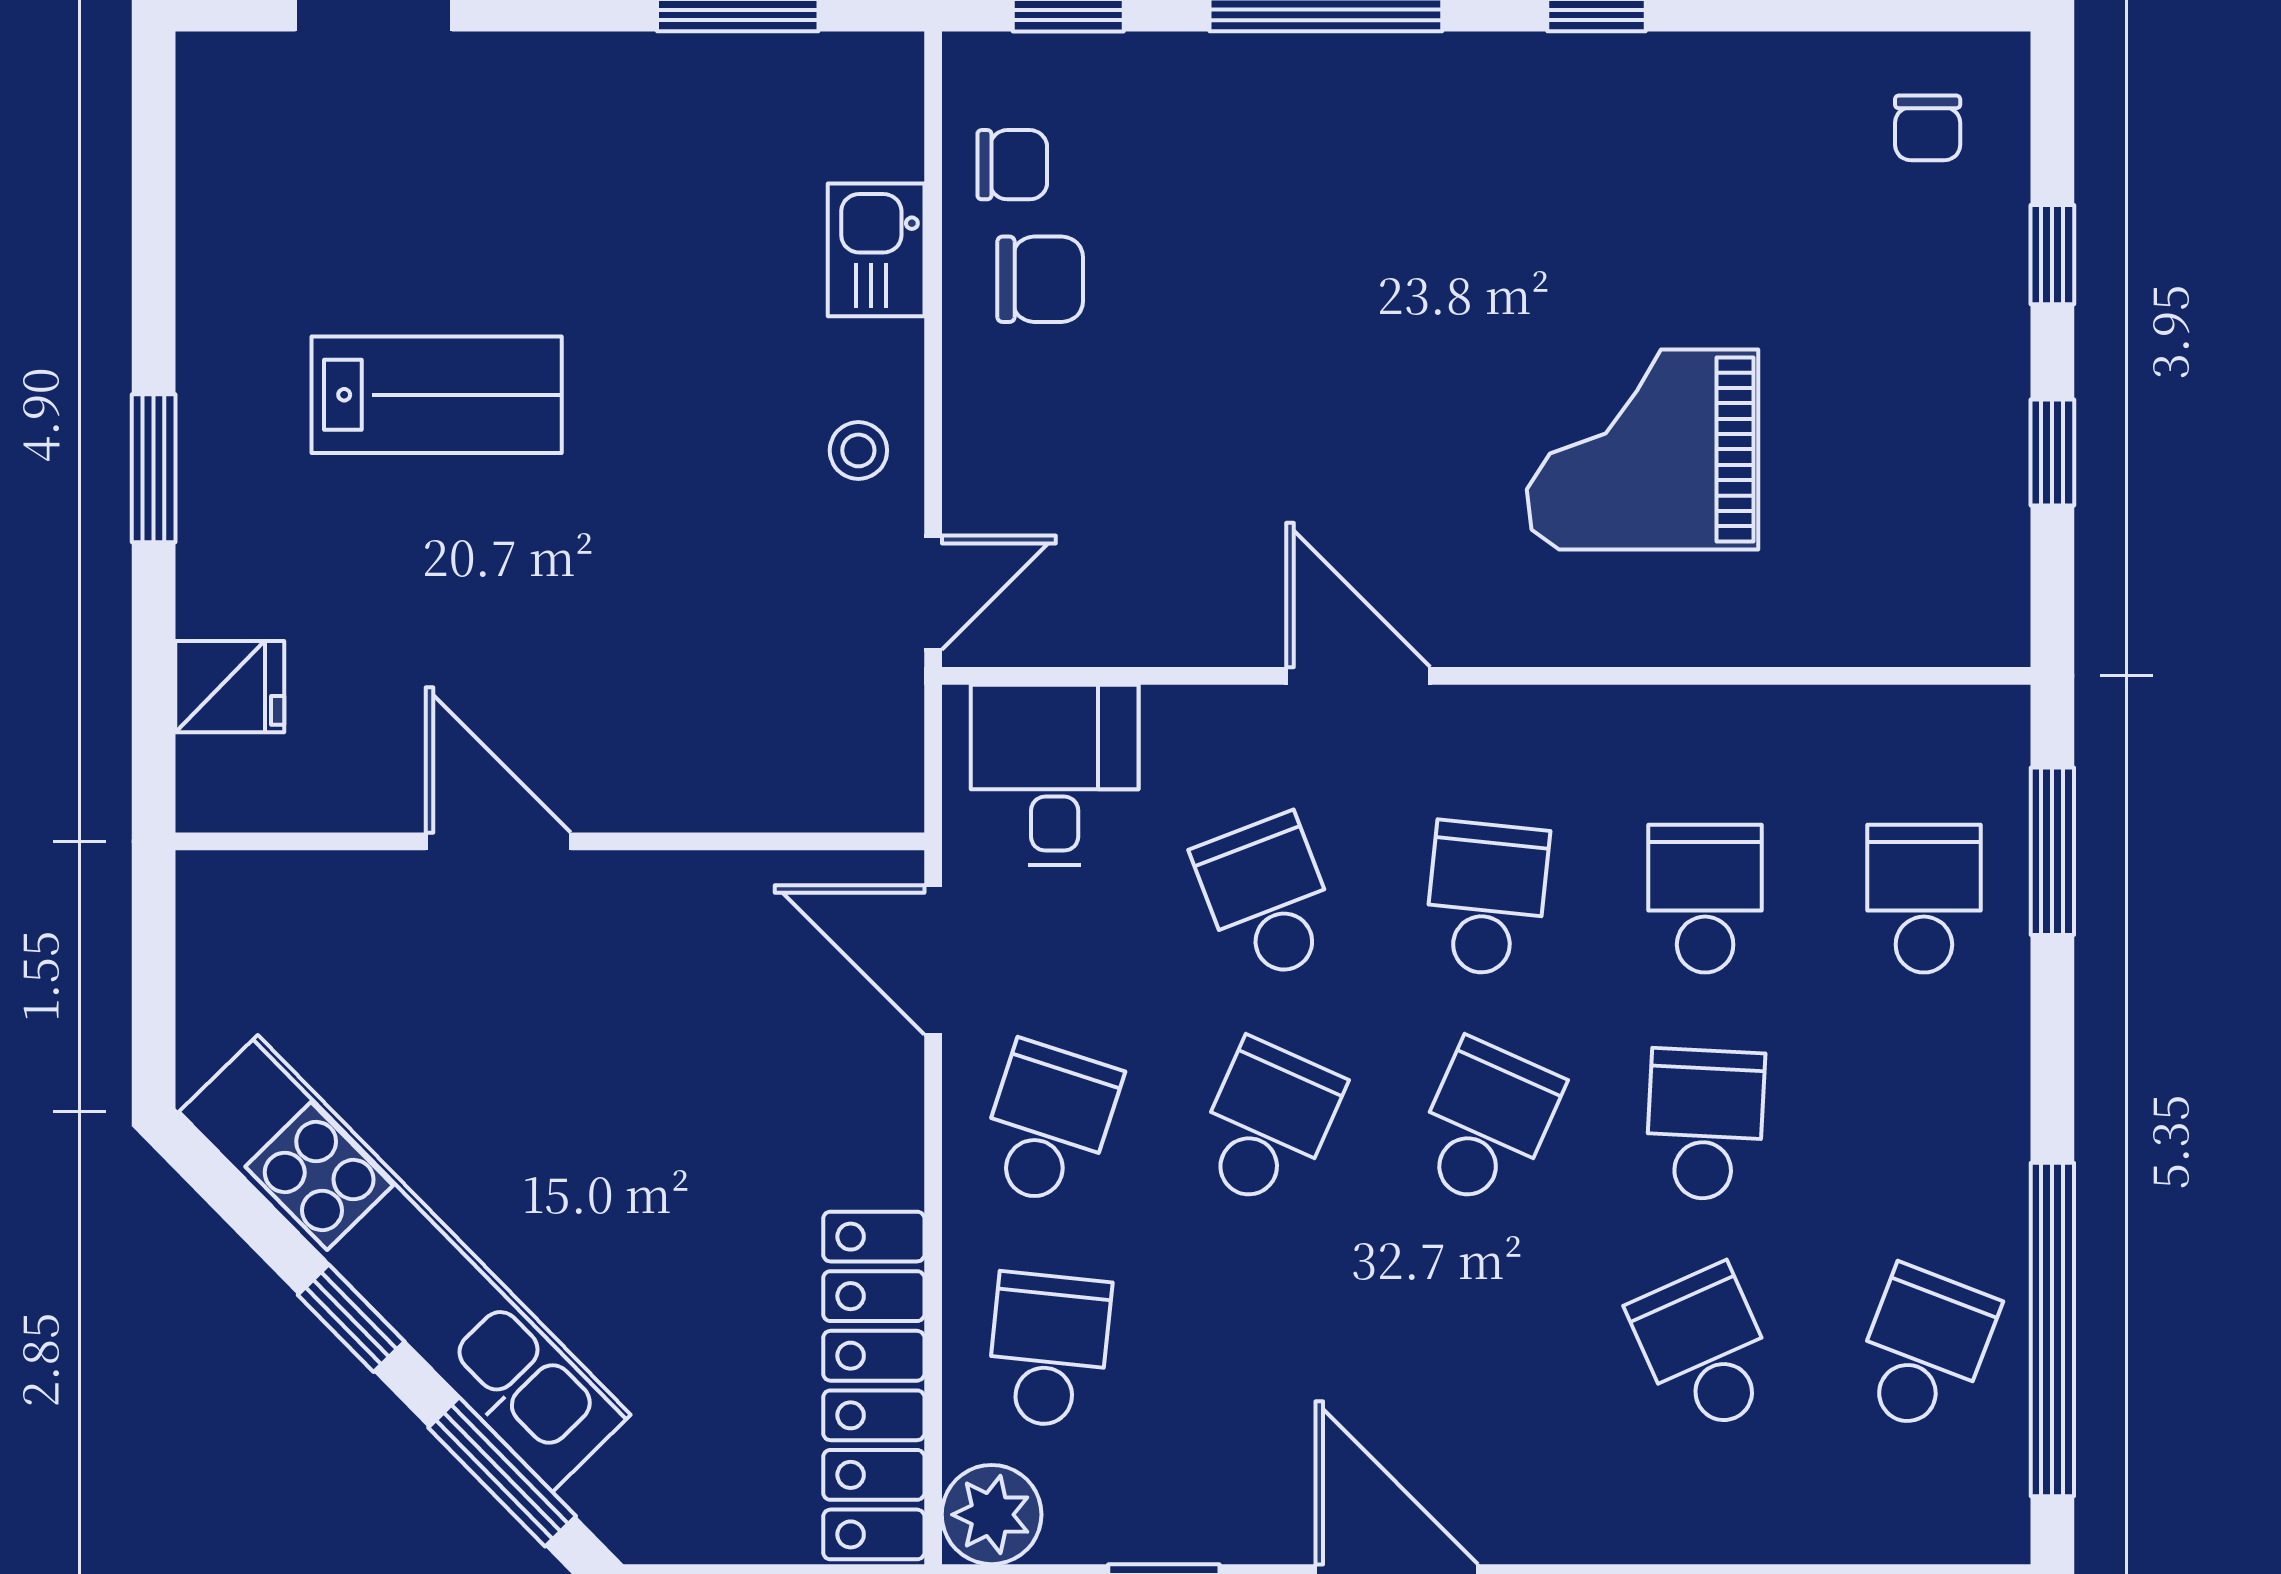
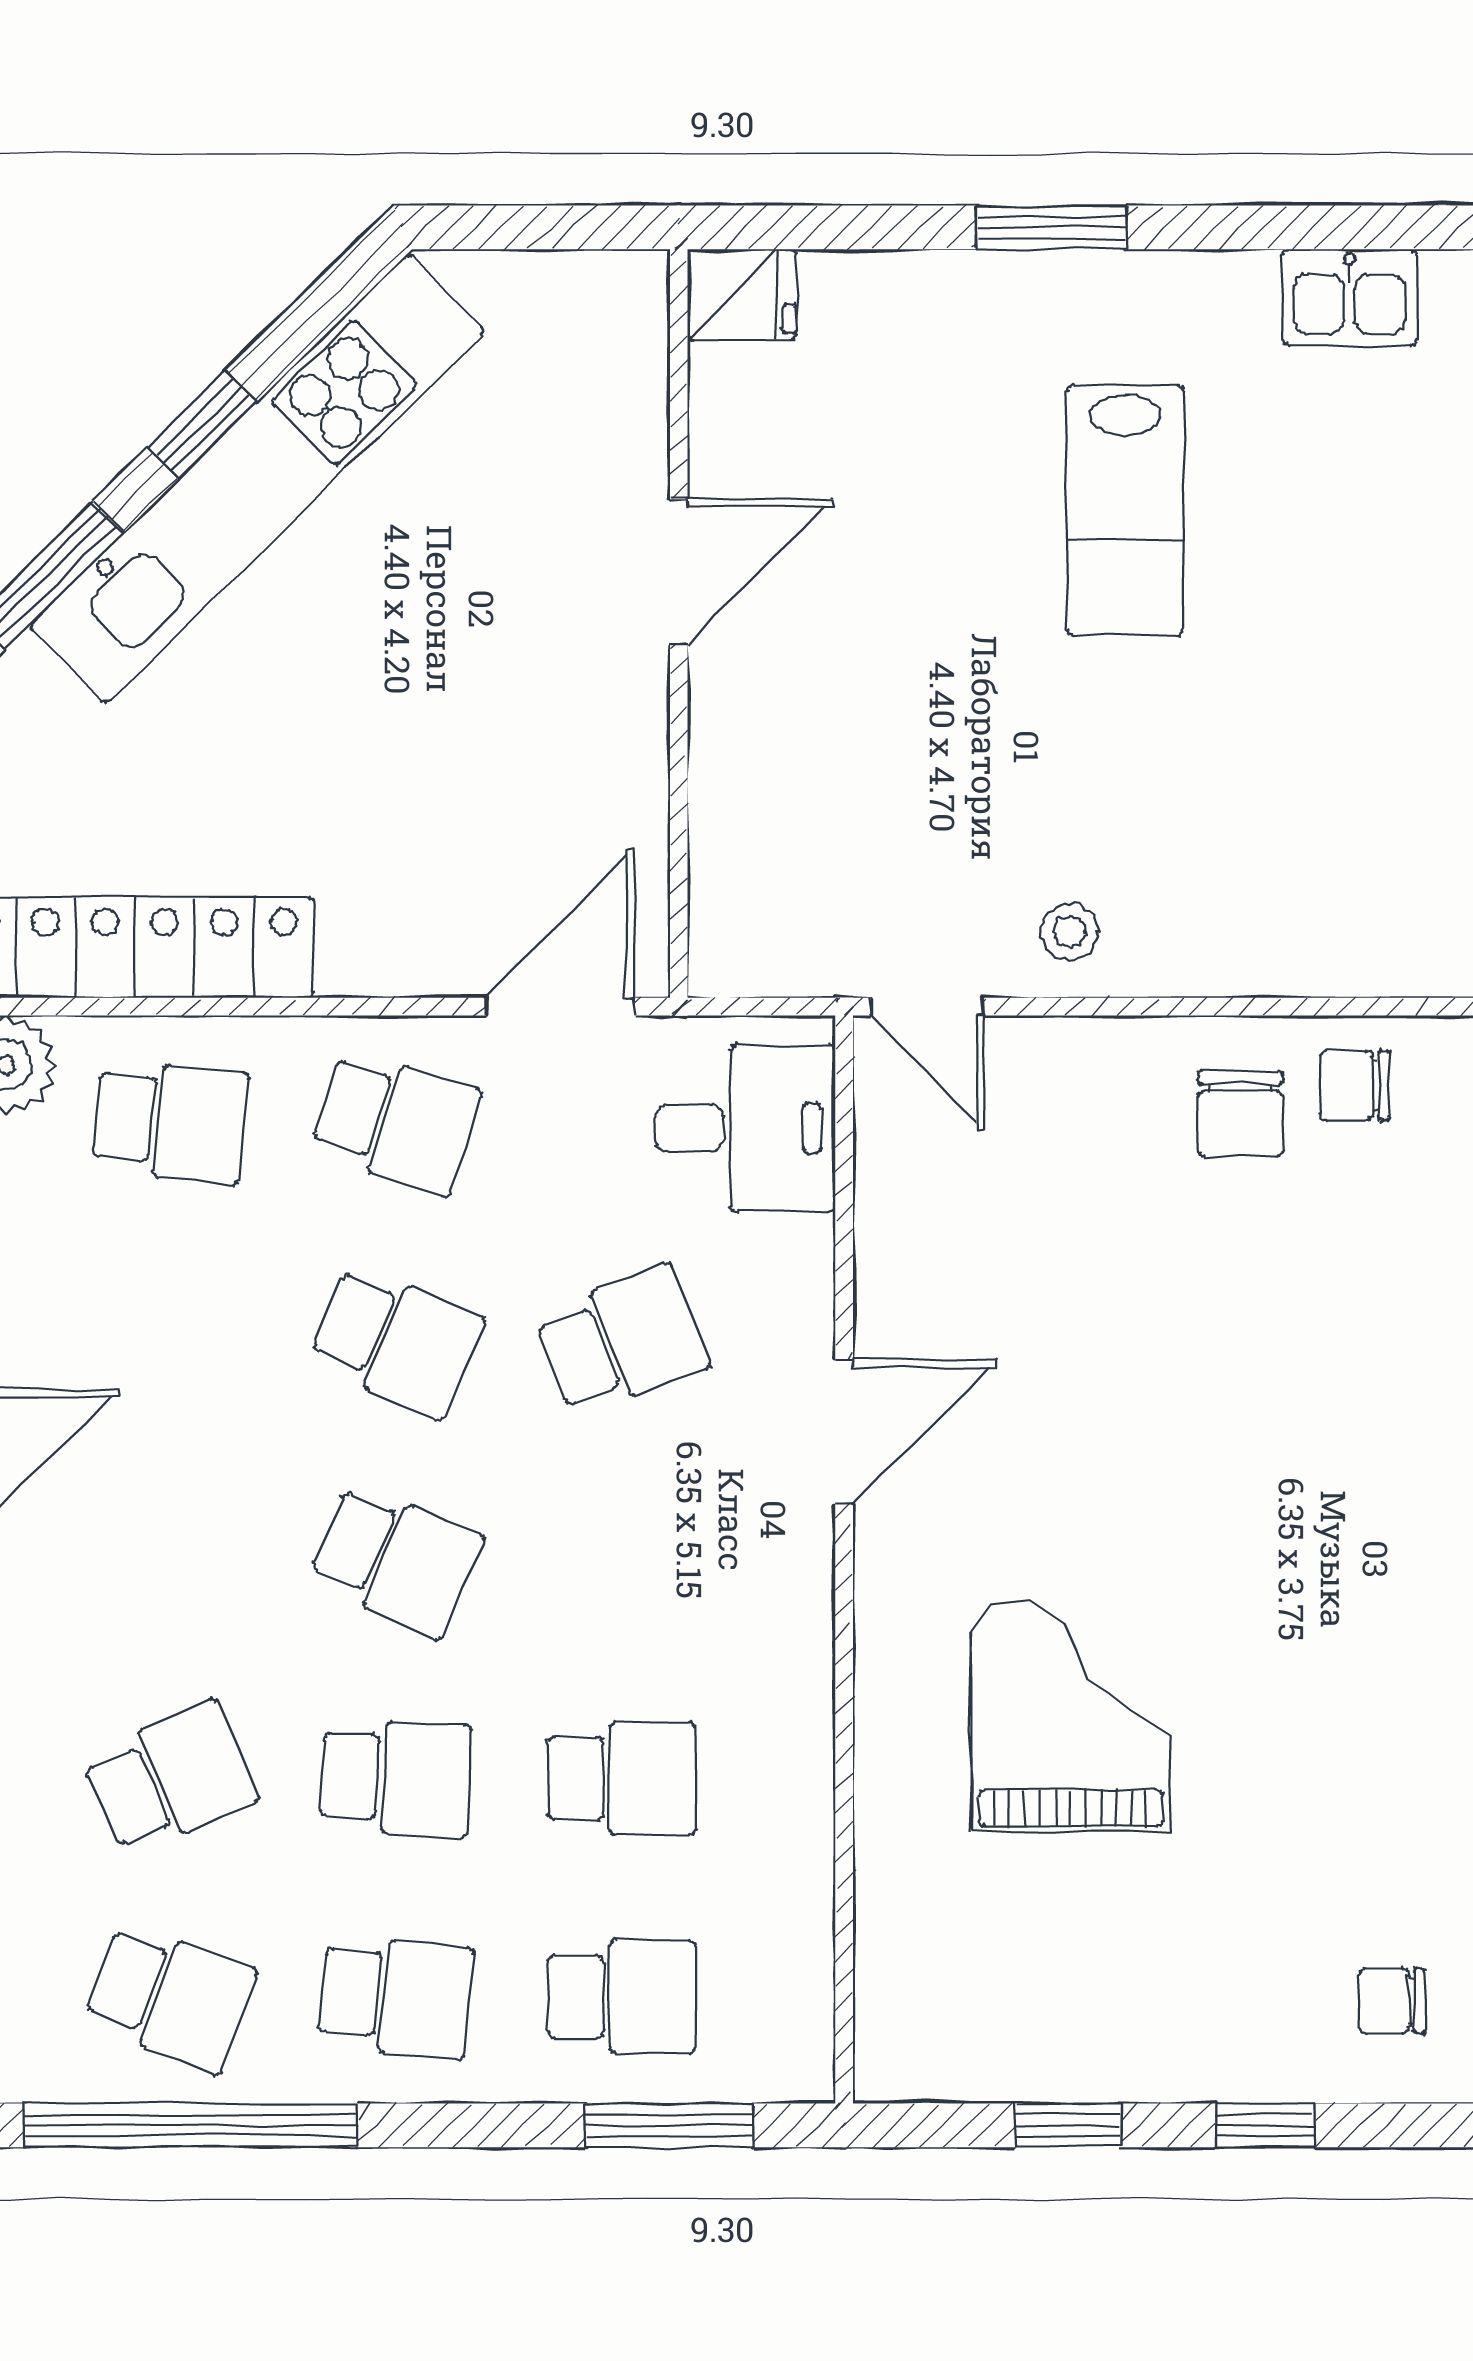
chair: (1012, 165) -> (1355, 1086), turned 90
kitchen sink: (876, 250) -> (1350, 297), moved, turned 180
fridge: (230, 687) -> (742, 295), moved, turned -90
school desk: (1486, 899) -> (396, 1997), moved

